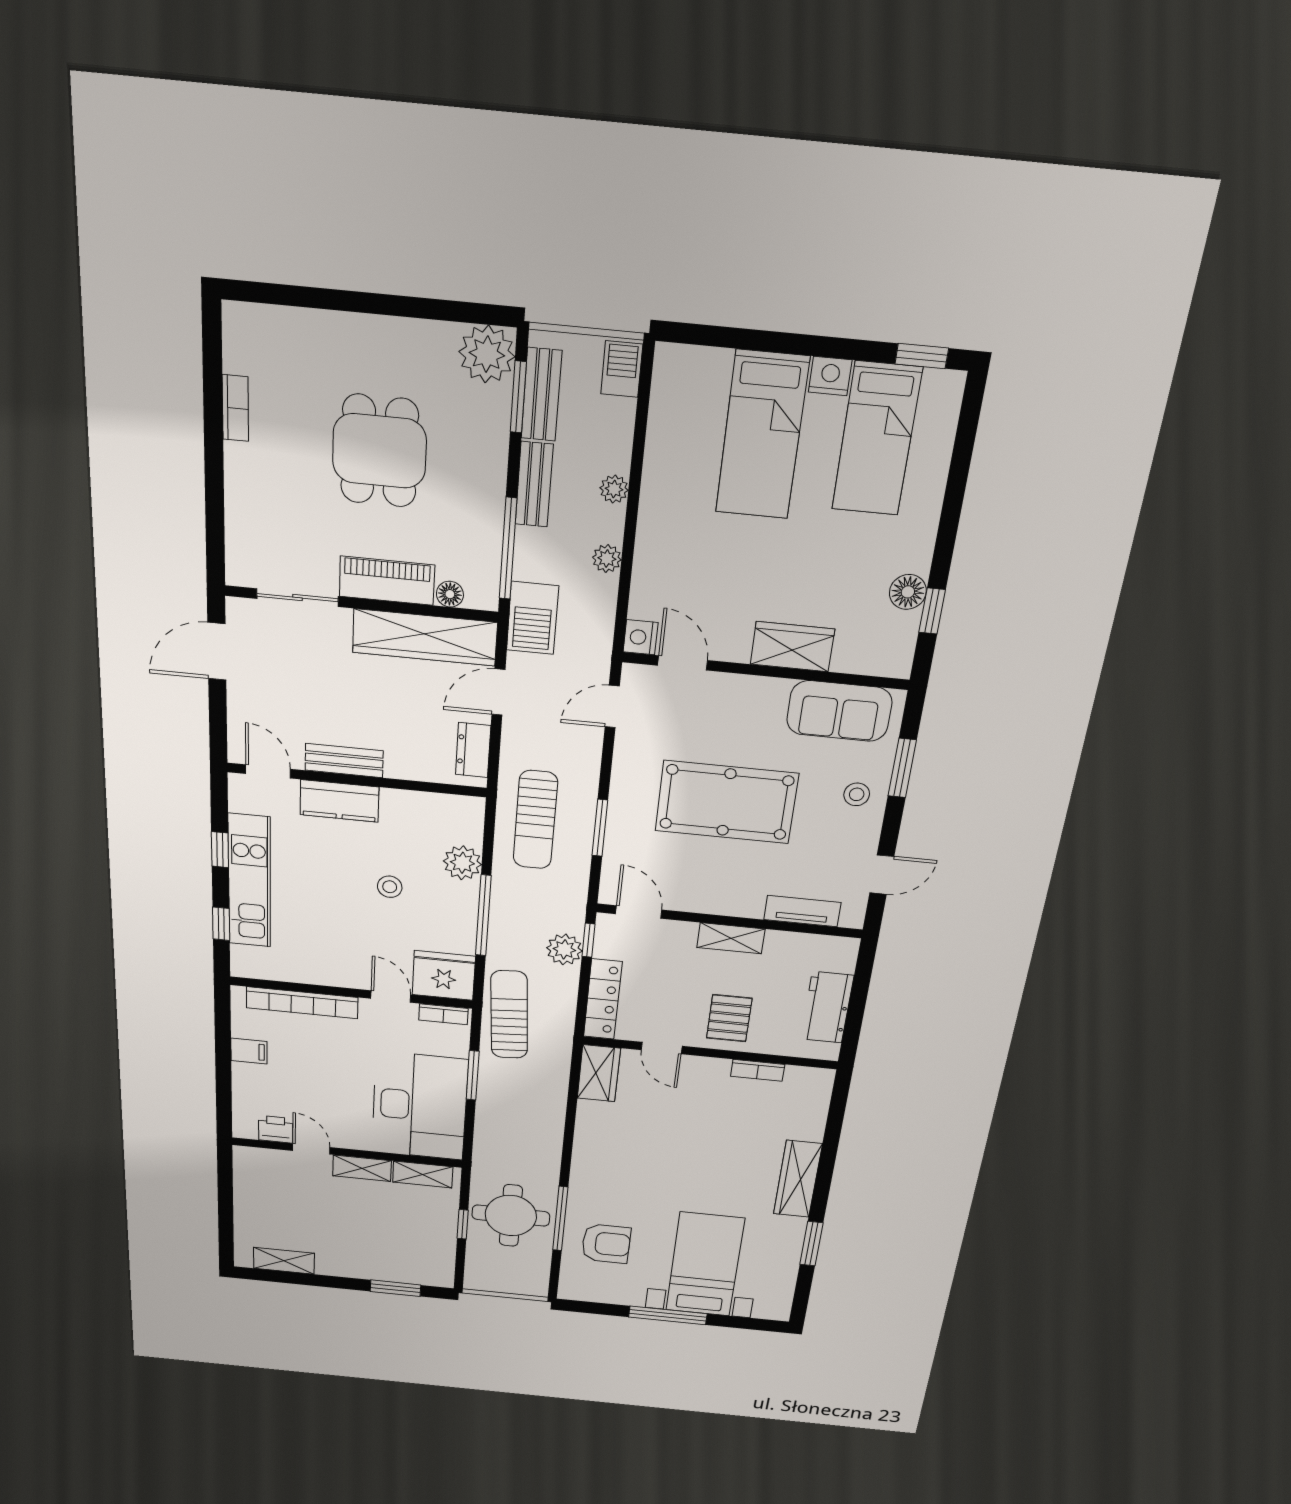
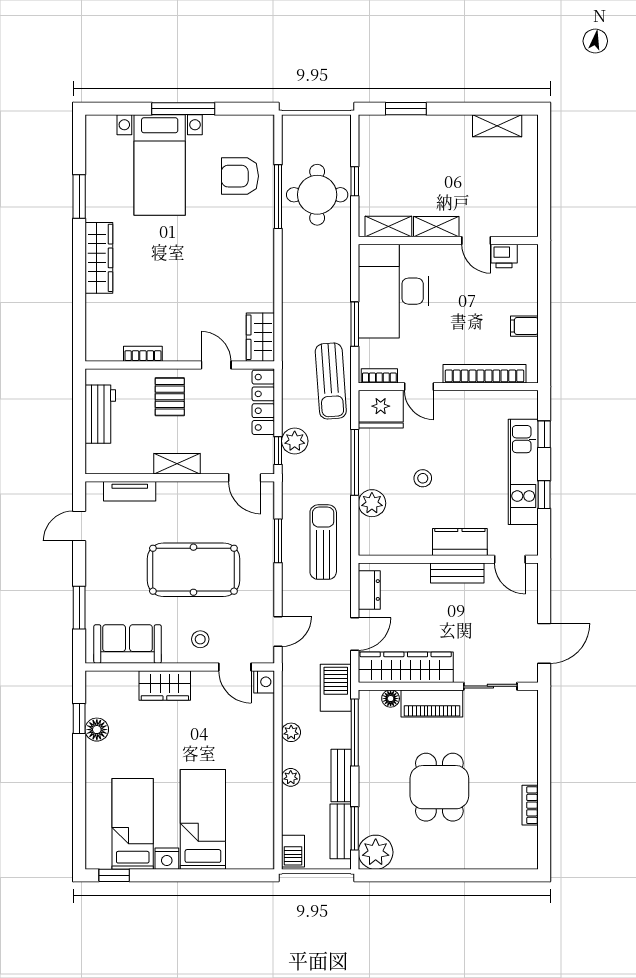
stool: (857, 794) -> (200, 639), moved

